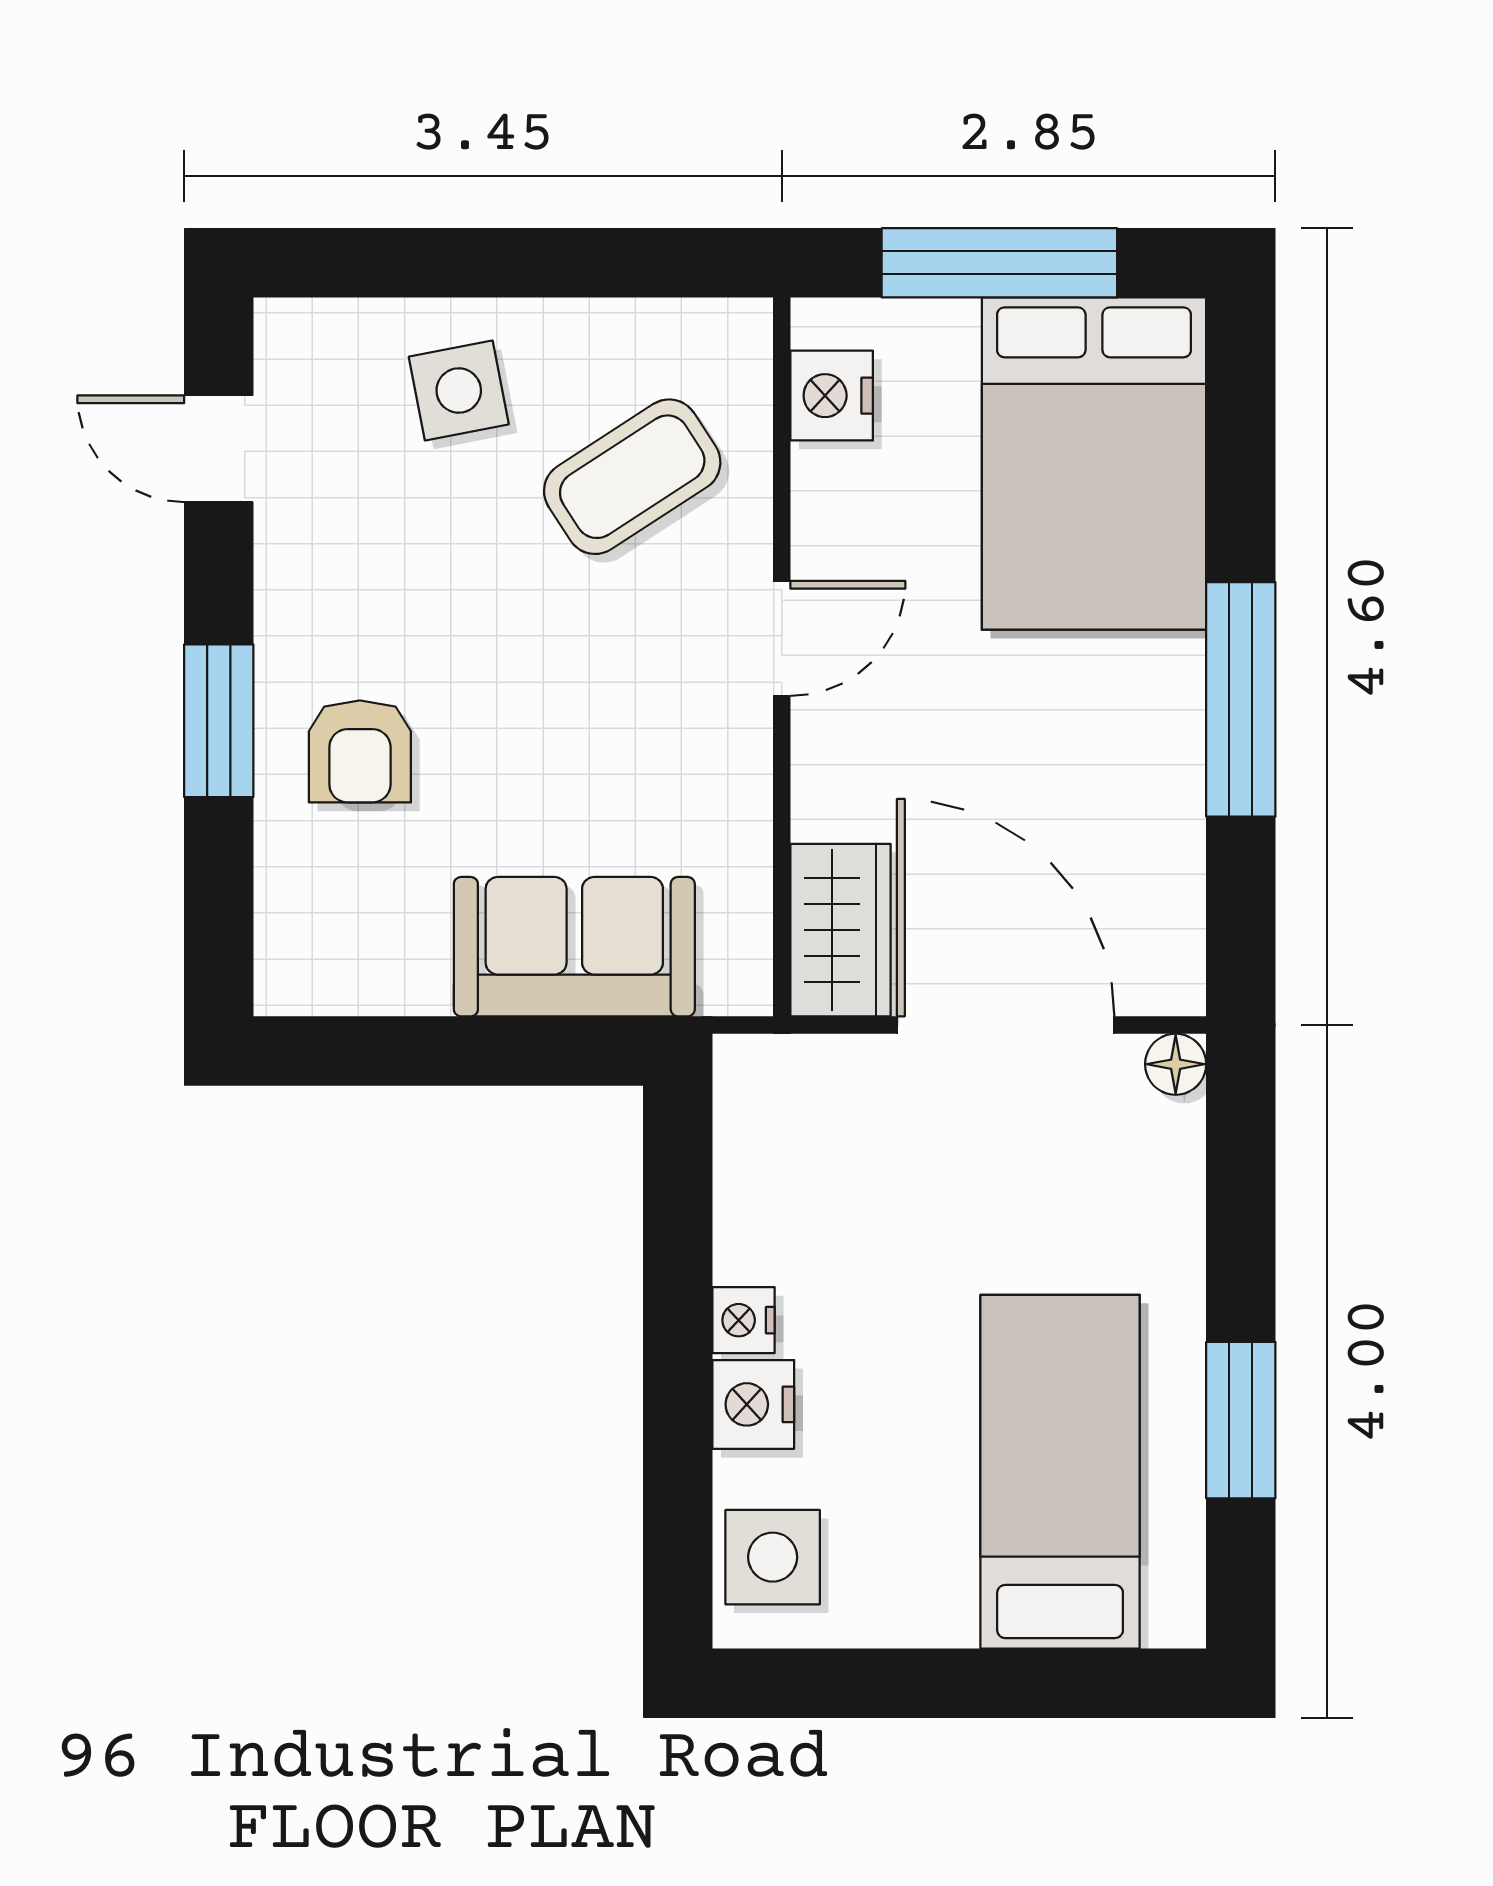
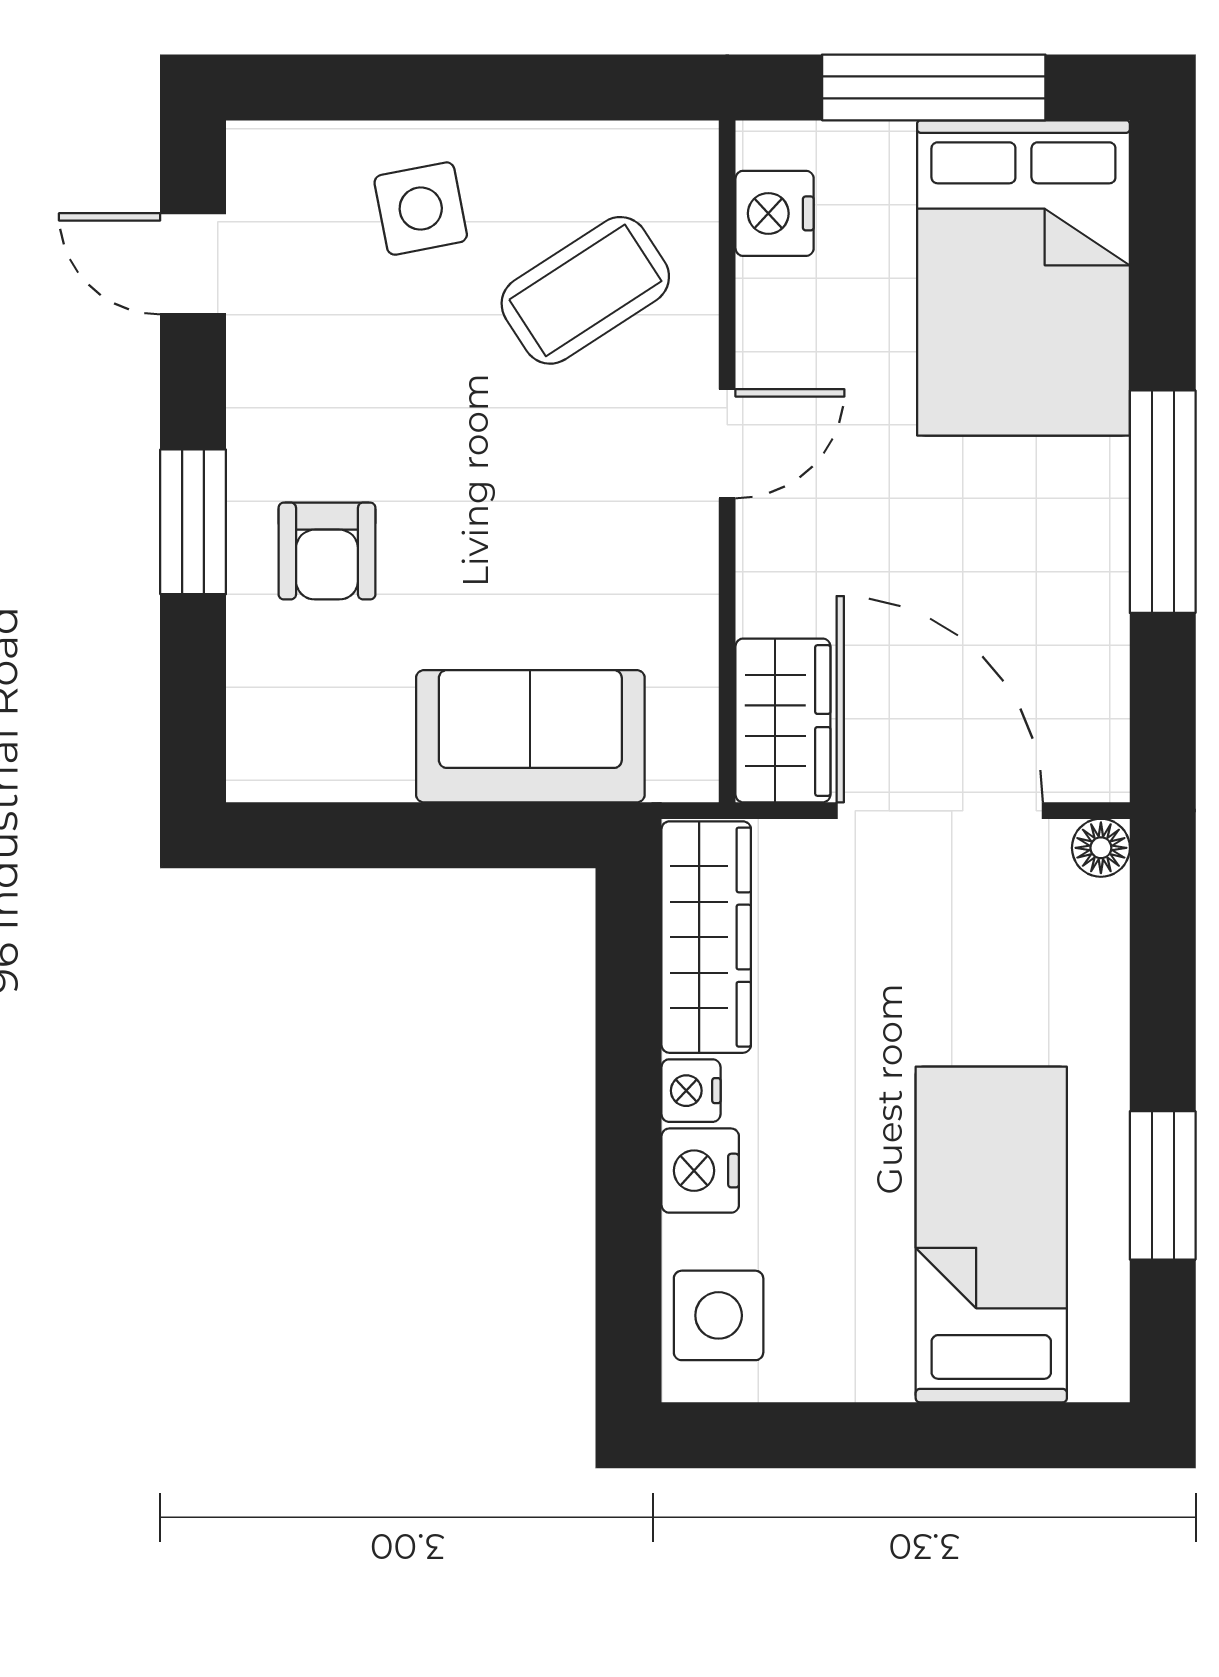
wardrobe: (760, 1158) -> (706, 937), added

